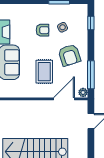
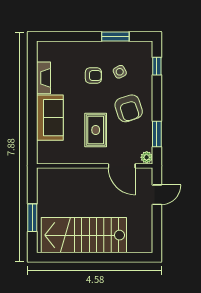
window: (91, 75) -> (157, 134), width x0.69
door: (64, 99) -> (122, 166), swing flipped

